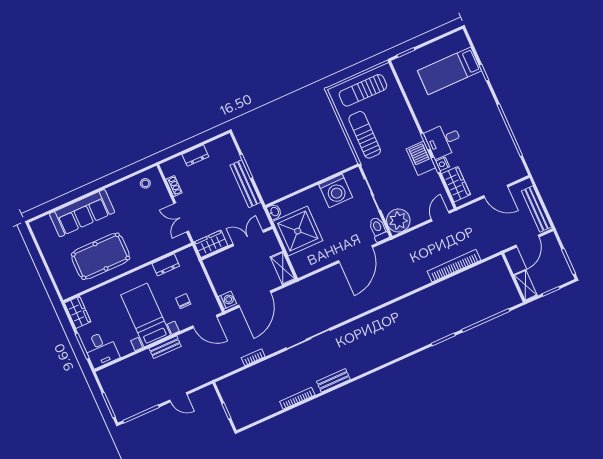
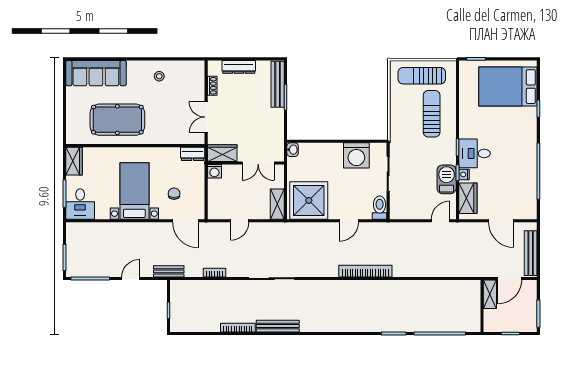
bed: (449, 71) -> (508, 87), width x1.50
sun lounger: (365, 135) -> (432, 114), moved
dresser: (195, 156) -> (239, 67), width x1.44
barbecue: (421, 158) -> (447, 179), moved
stool: (145, 183) -> (159, 76), moved
bench: (245, 184) -> (278, 84), moved
sofa: (82, 213) -> (96, 73), moved
plant: (398, 221) -> (401, 208), removed
shower: (298, 231) -> (309, 200), moved
double door: (248, 238) -> (258, 163), swing flipped
door: (355, 254) -> (349, 221), width x0.53
dresser: (166, 265) -> (193, 154), moved
bookcase: (454, 266) -> (365, 271), moved
shelving: (526, 285) -> (490, 294), moved
door: (255, 299) -> (240, 221), width x0.53
washing machine: (227, 300) -> (214, 171), moved, turned 90
bench: (165, 347) -> (169, 271), moved
bench: (333, 380) -> (278, 326), width x1.36
door: (178, 397) -> (131, 279), swing flipped

